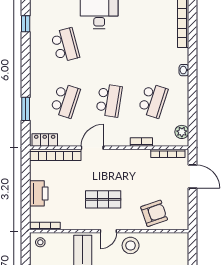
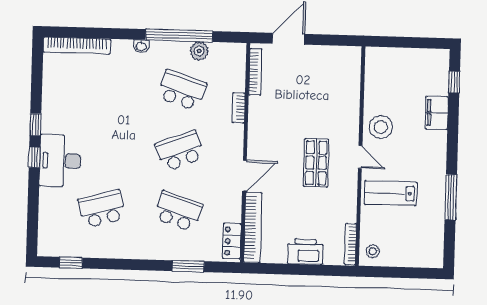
window: (192, 97) -> (179, 36), added
school desk: (109, 100) -> (180, 151), turned -30
plant: (182, 132) -> (199, 51), moved
door: (92, 148) -> (244, 176), swing flipped
armchair: (154, 213) -> (337, 93), removed

